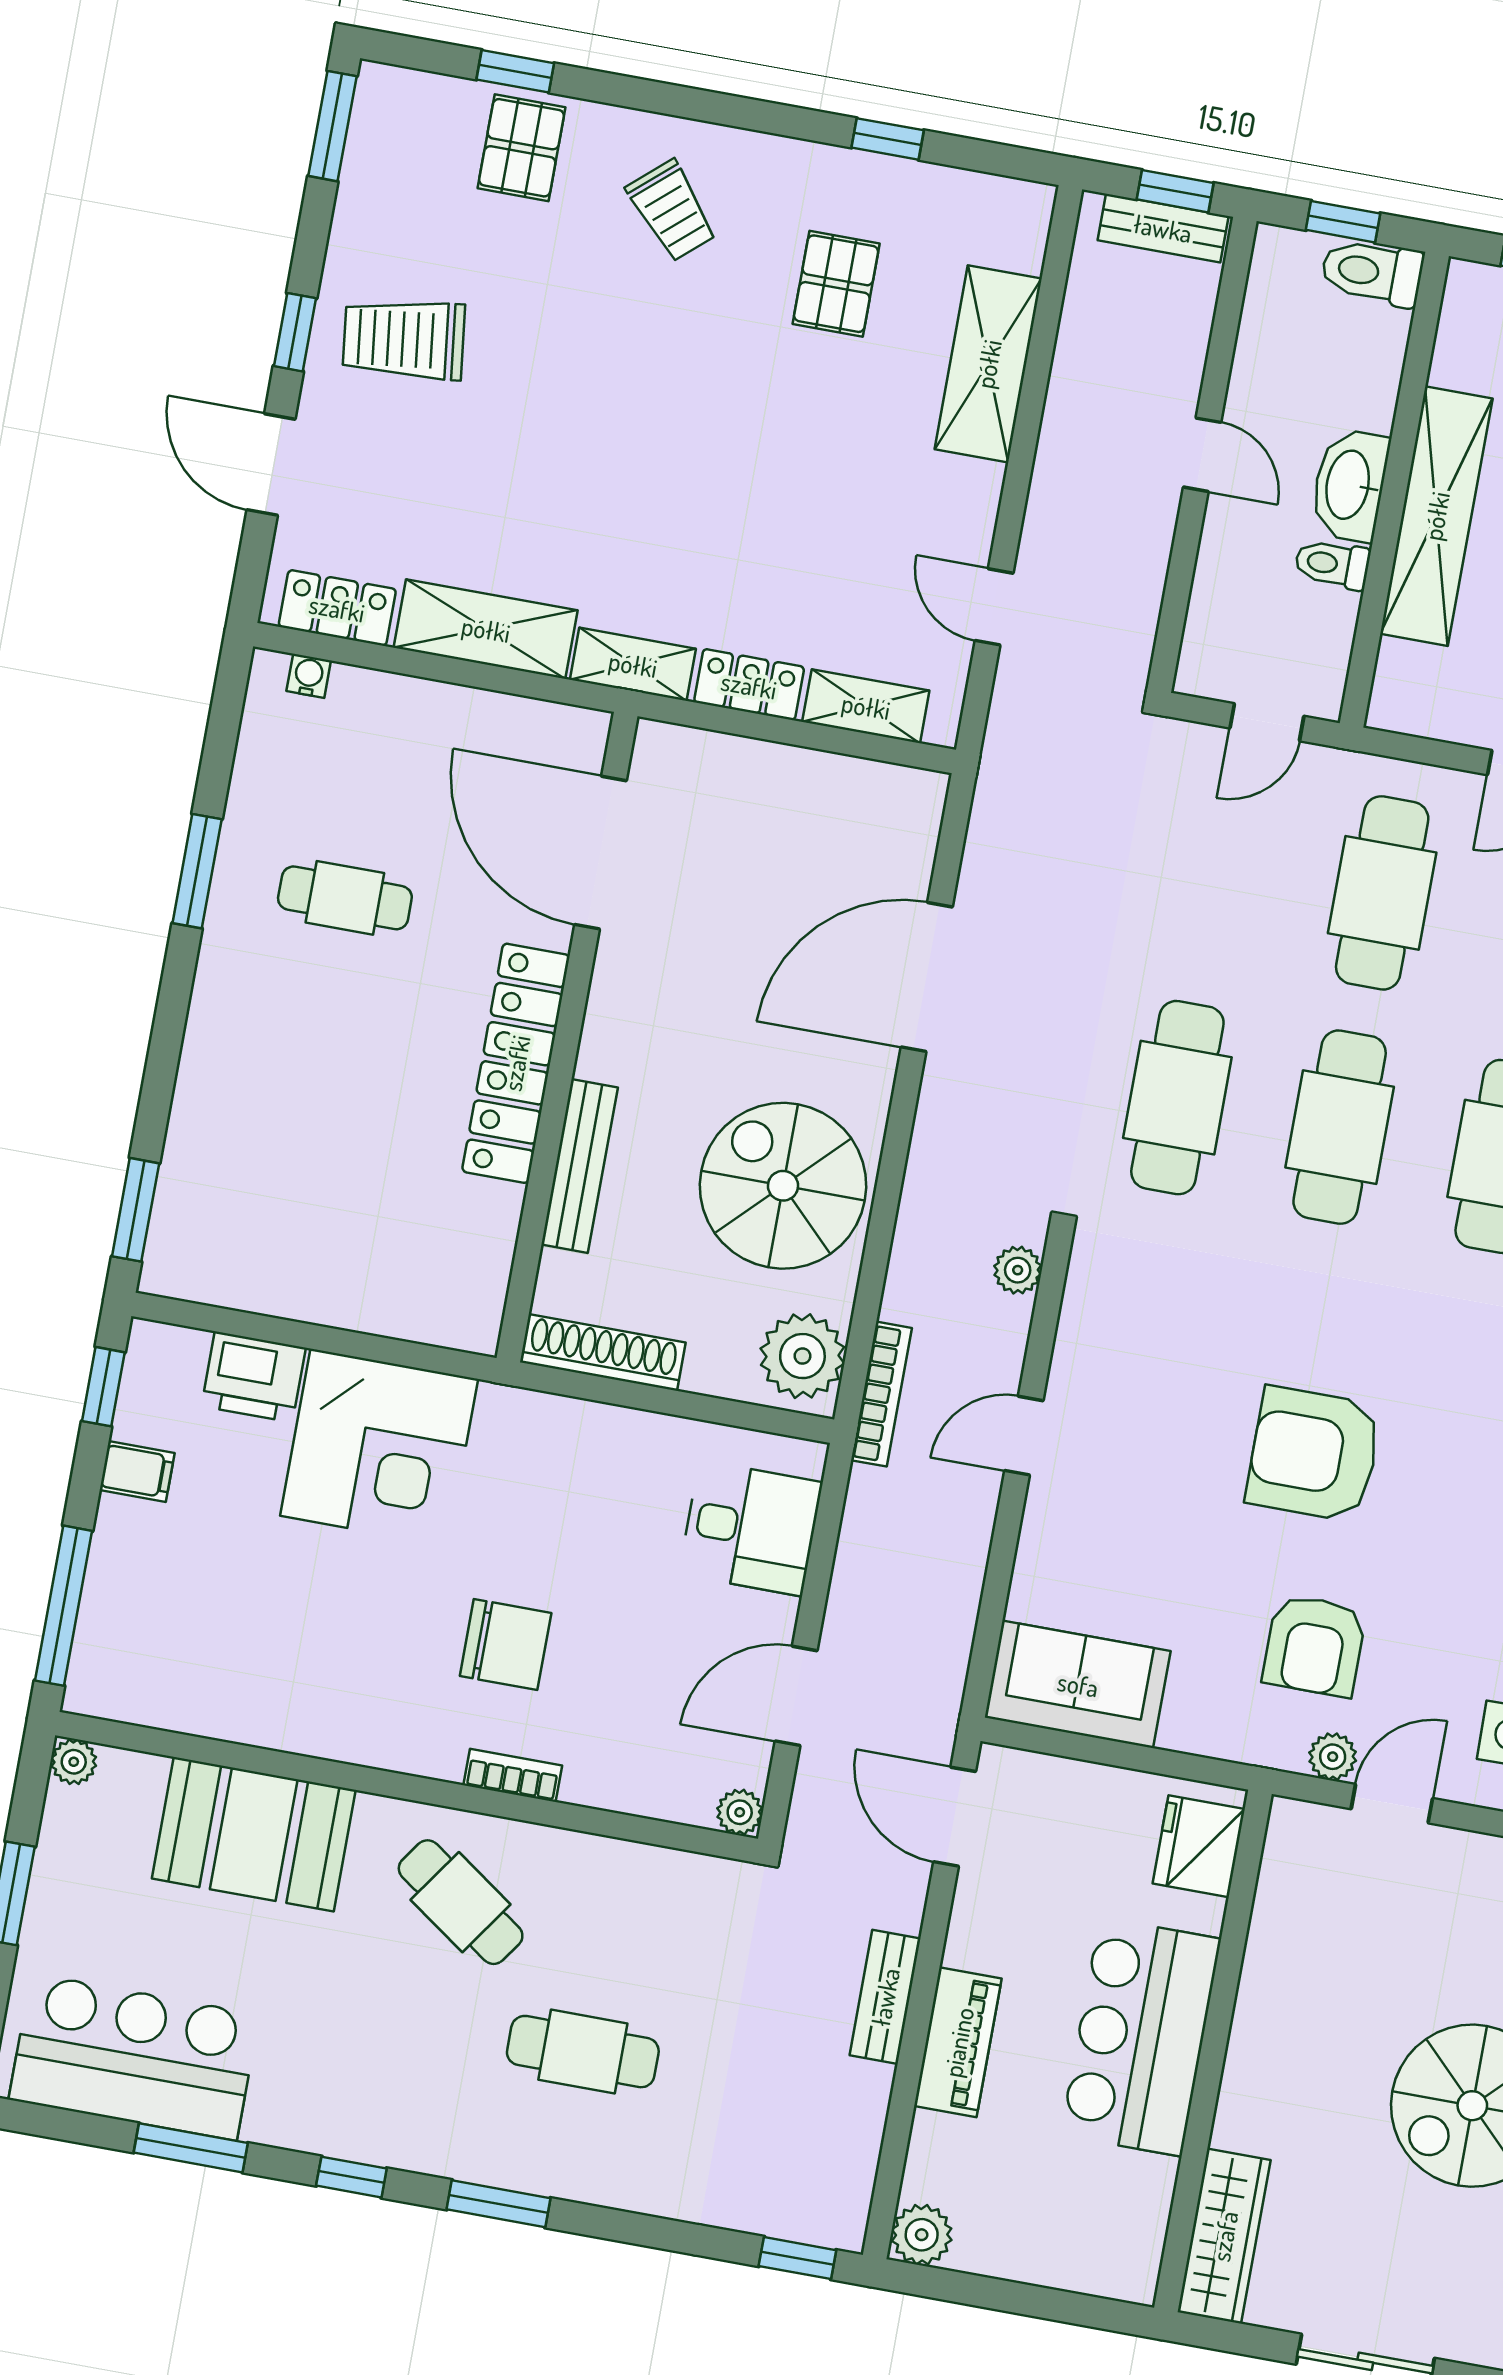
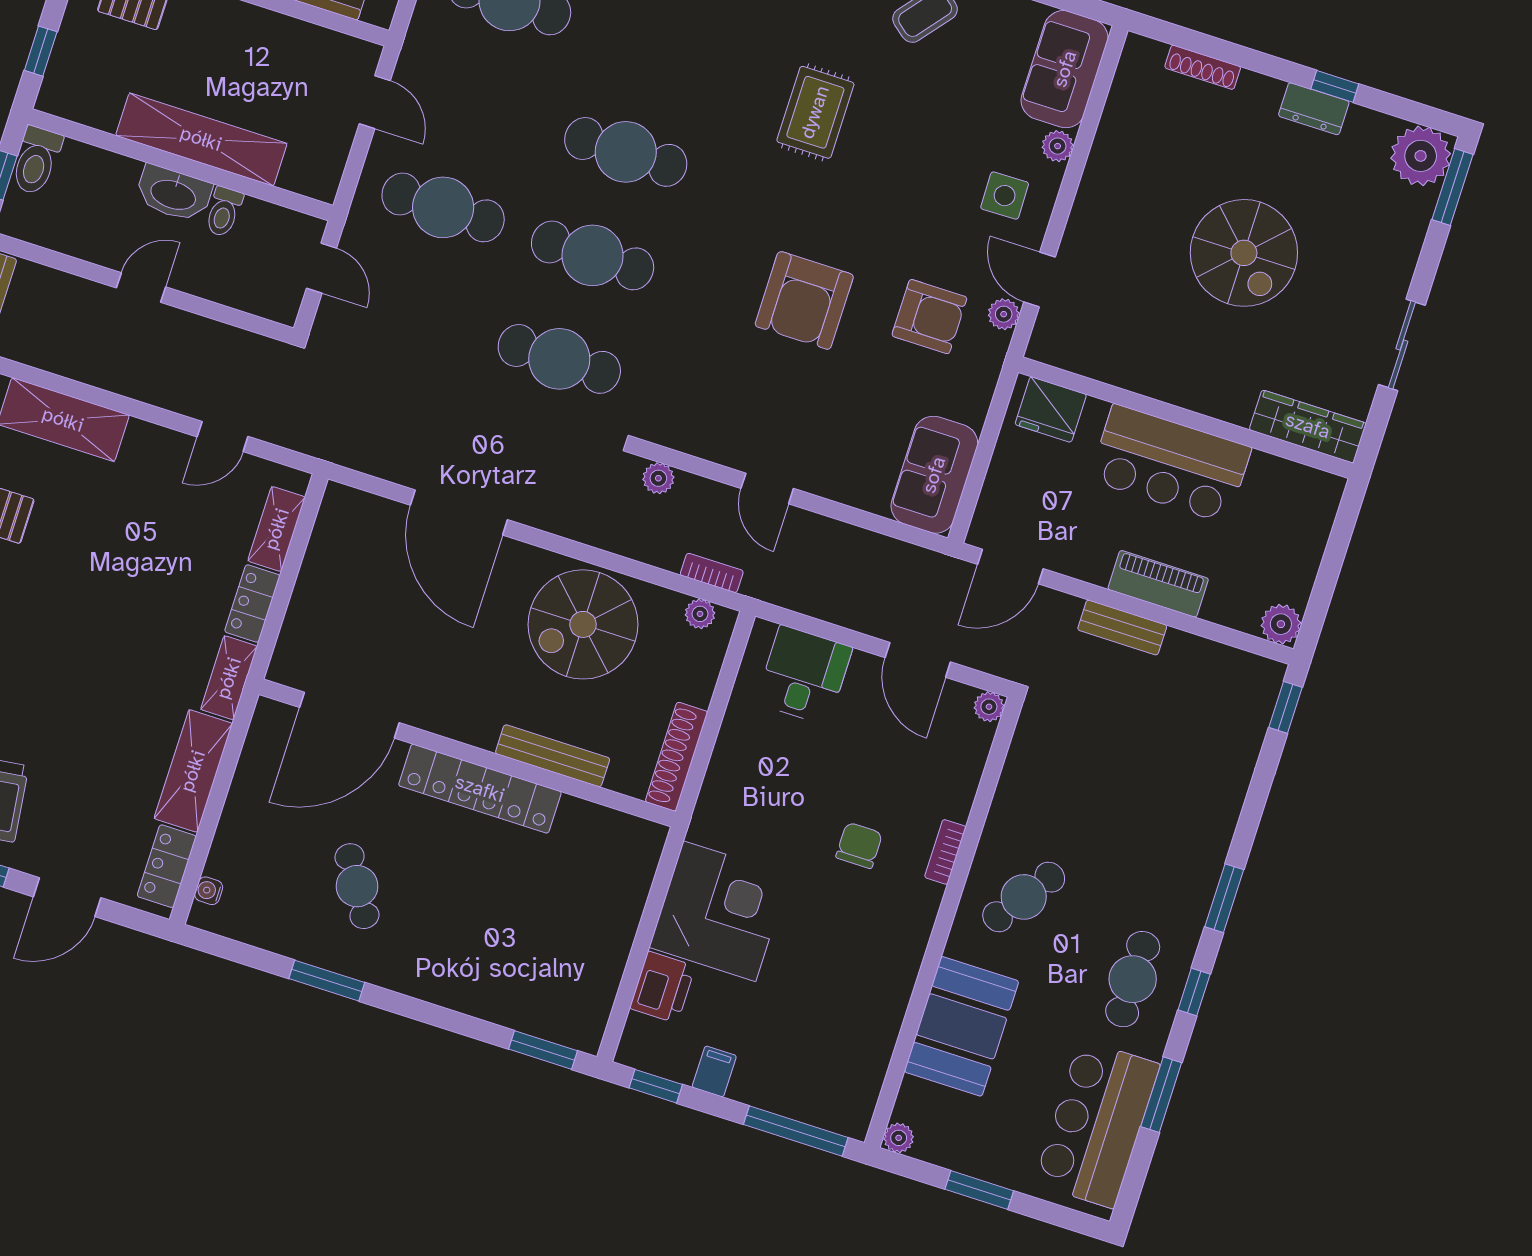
cafe table: (345, 898) -> (357, 886), turned -32
plant: (802, 1356) -> (700, 614), width x0.53, depth x0.53
bookcase: (881, 1394) -> (712, 573), width x0.64
chair: (506, 1645) -> (859, 845), width x0.73, depth x0.73
cafe table: (583, 2052) -> (1133, 979), moved

